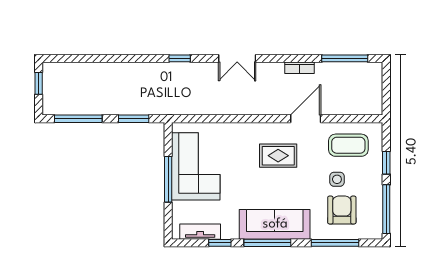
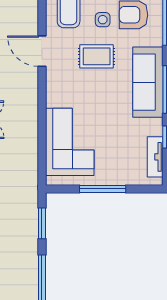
rug: (278, 156) -> (97, 56), moved, turned 90
corner sofa: (196, 166) -> (70, 142), moved, turned 90

